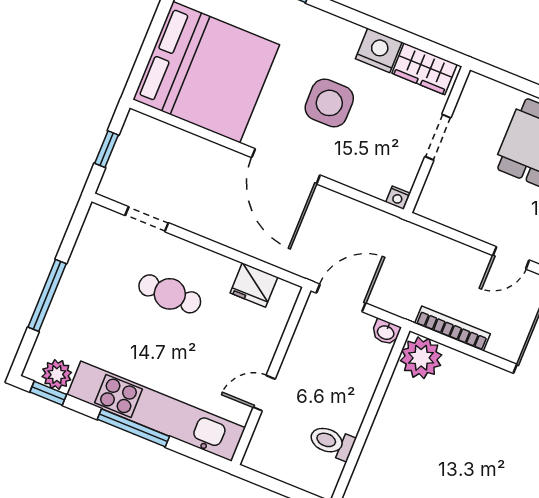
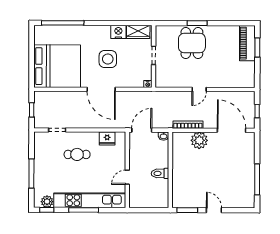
plant: (421, 358) -> (199, 140), moved
toilet: (332, 442) -> (160, 173), moved

